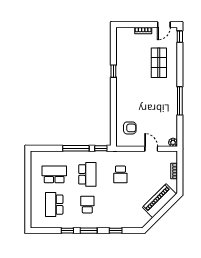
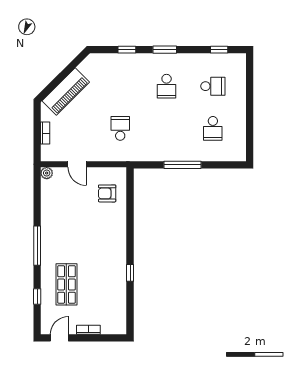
window: (180, 37) -> (37, 297), moved
window: (180, 101) -> (37, 246), moved
window: (101, 148) -> (148, 165), removed
school desk: (54, 174) -> (213, 128), width x0.54
school desk: (87, 174) -> (167, 128), removed
school desk: (54, 205) -> (213, 86), width x0.54
window: (67, 231) -> (219, 50), moved

